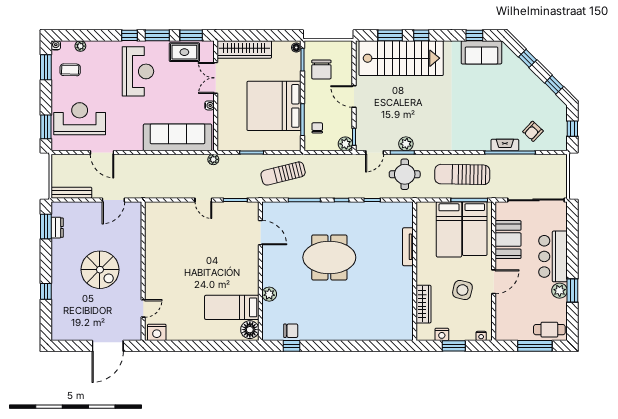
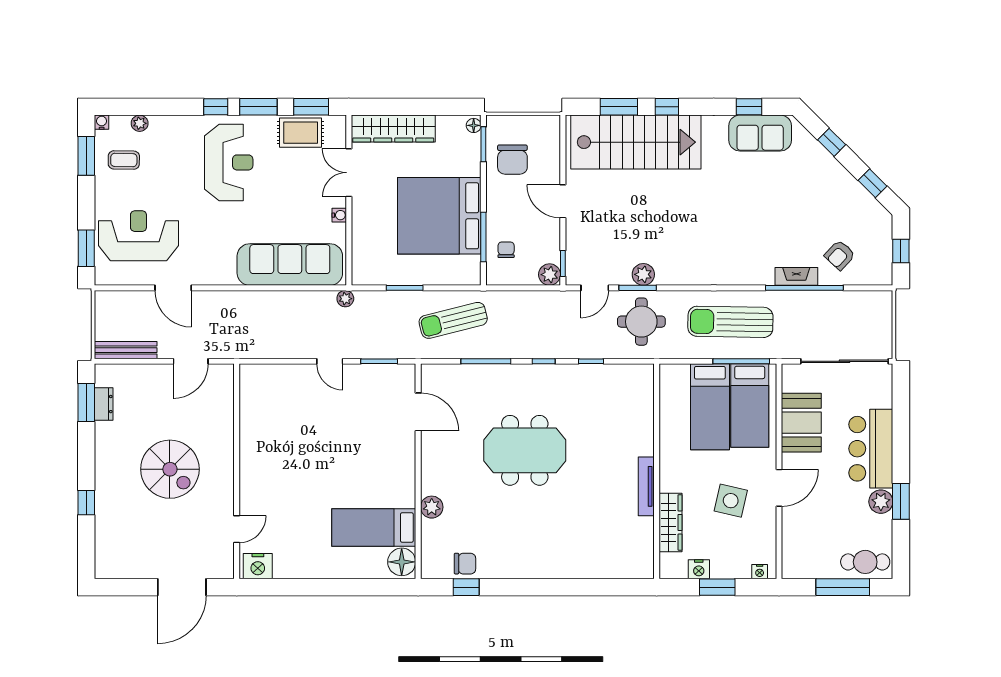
tv unit: (408, 247) -> (646, 486), moved

